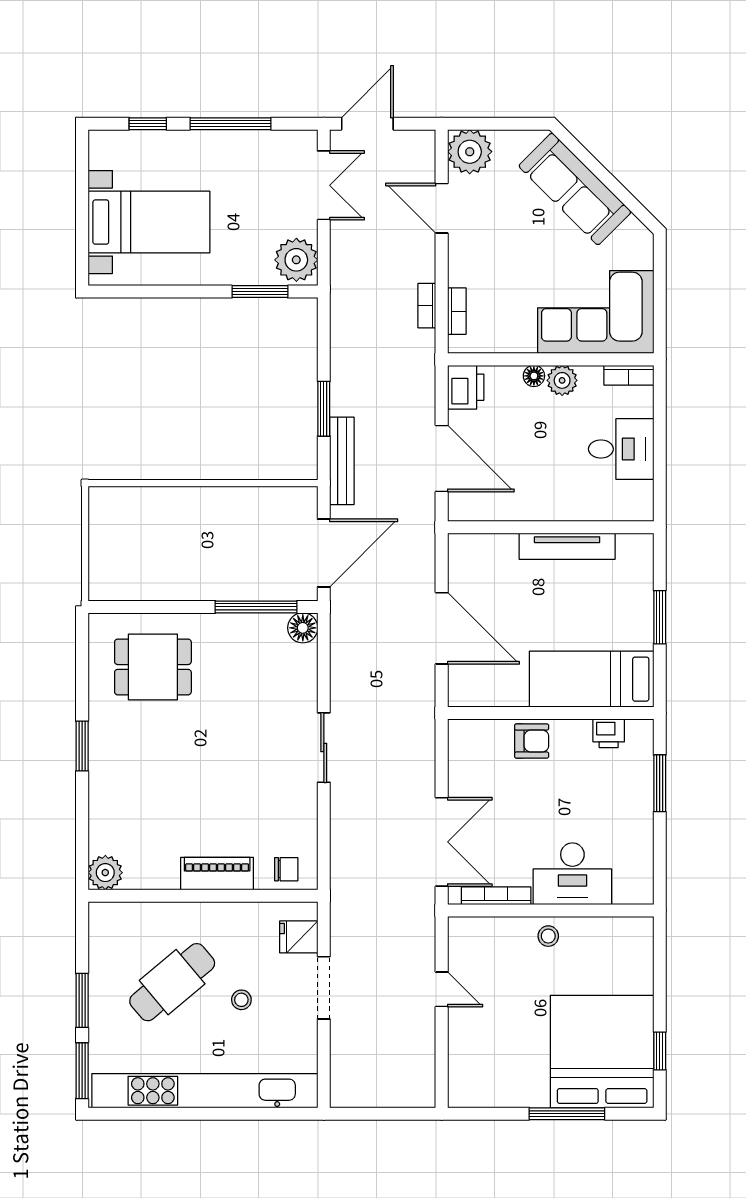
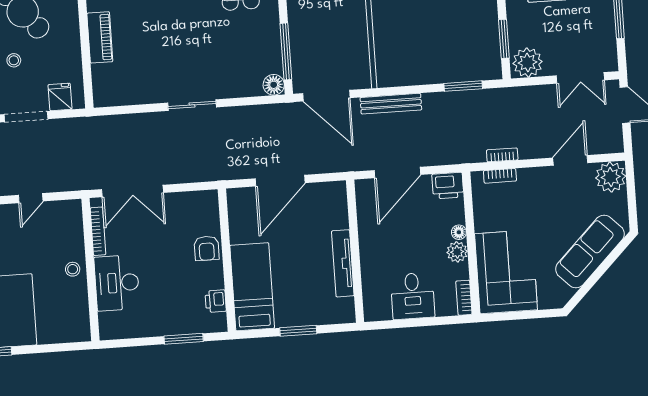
window: (324, 409) -> (463, 86), moved
chair: (286, 869) -> (106, 85), removed

